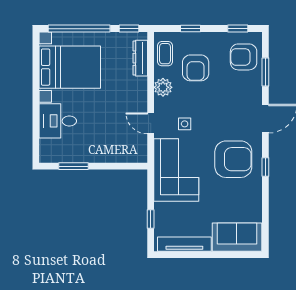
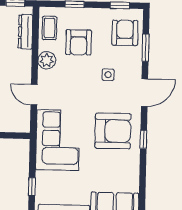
armchair: (244, 57) -> (125, 33), turned 90
side table: (185, 124) -> (108, 75), moved

